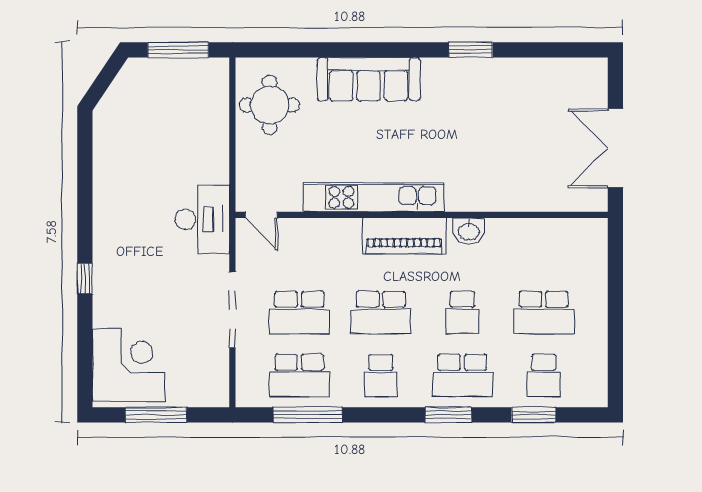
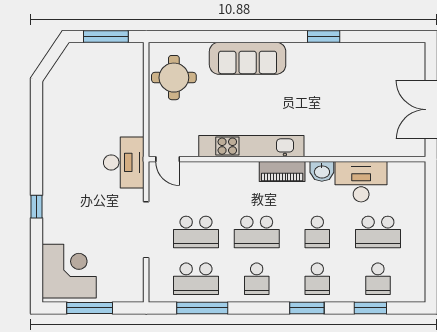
piano: (404, 236) -> (282, 172), width x0.73, depth x0.75
desk: (521, 245) -> (361, 182), added
school desk: (462, 375) -> (317, 279), width x0.54

